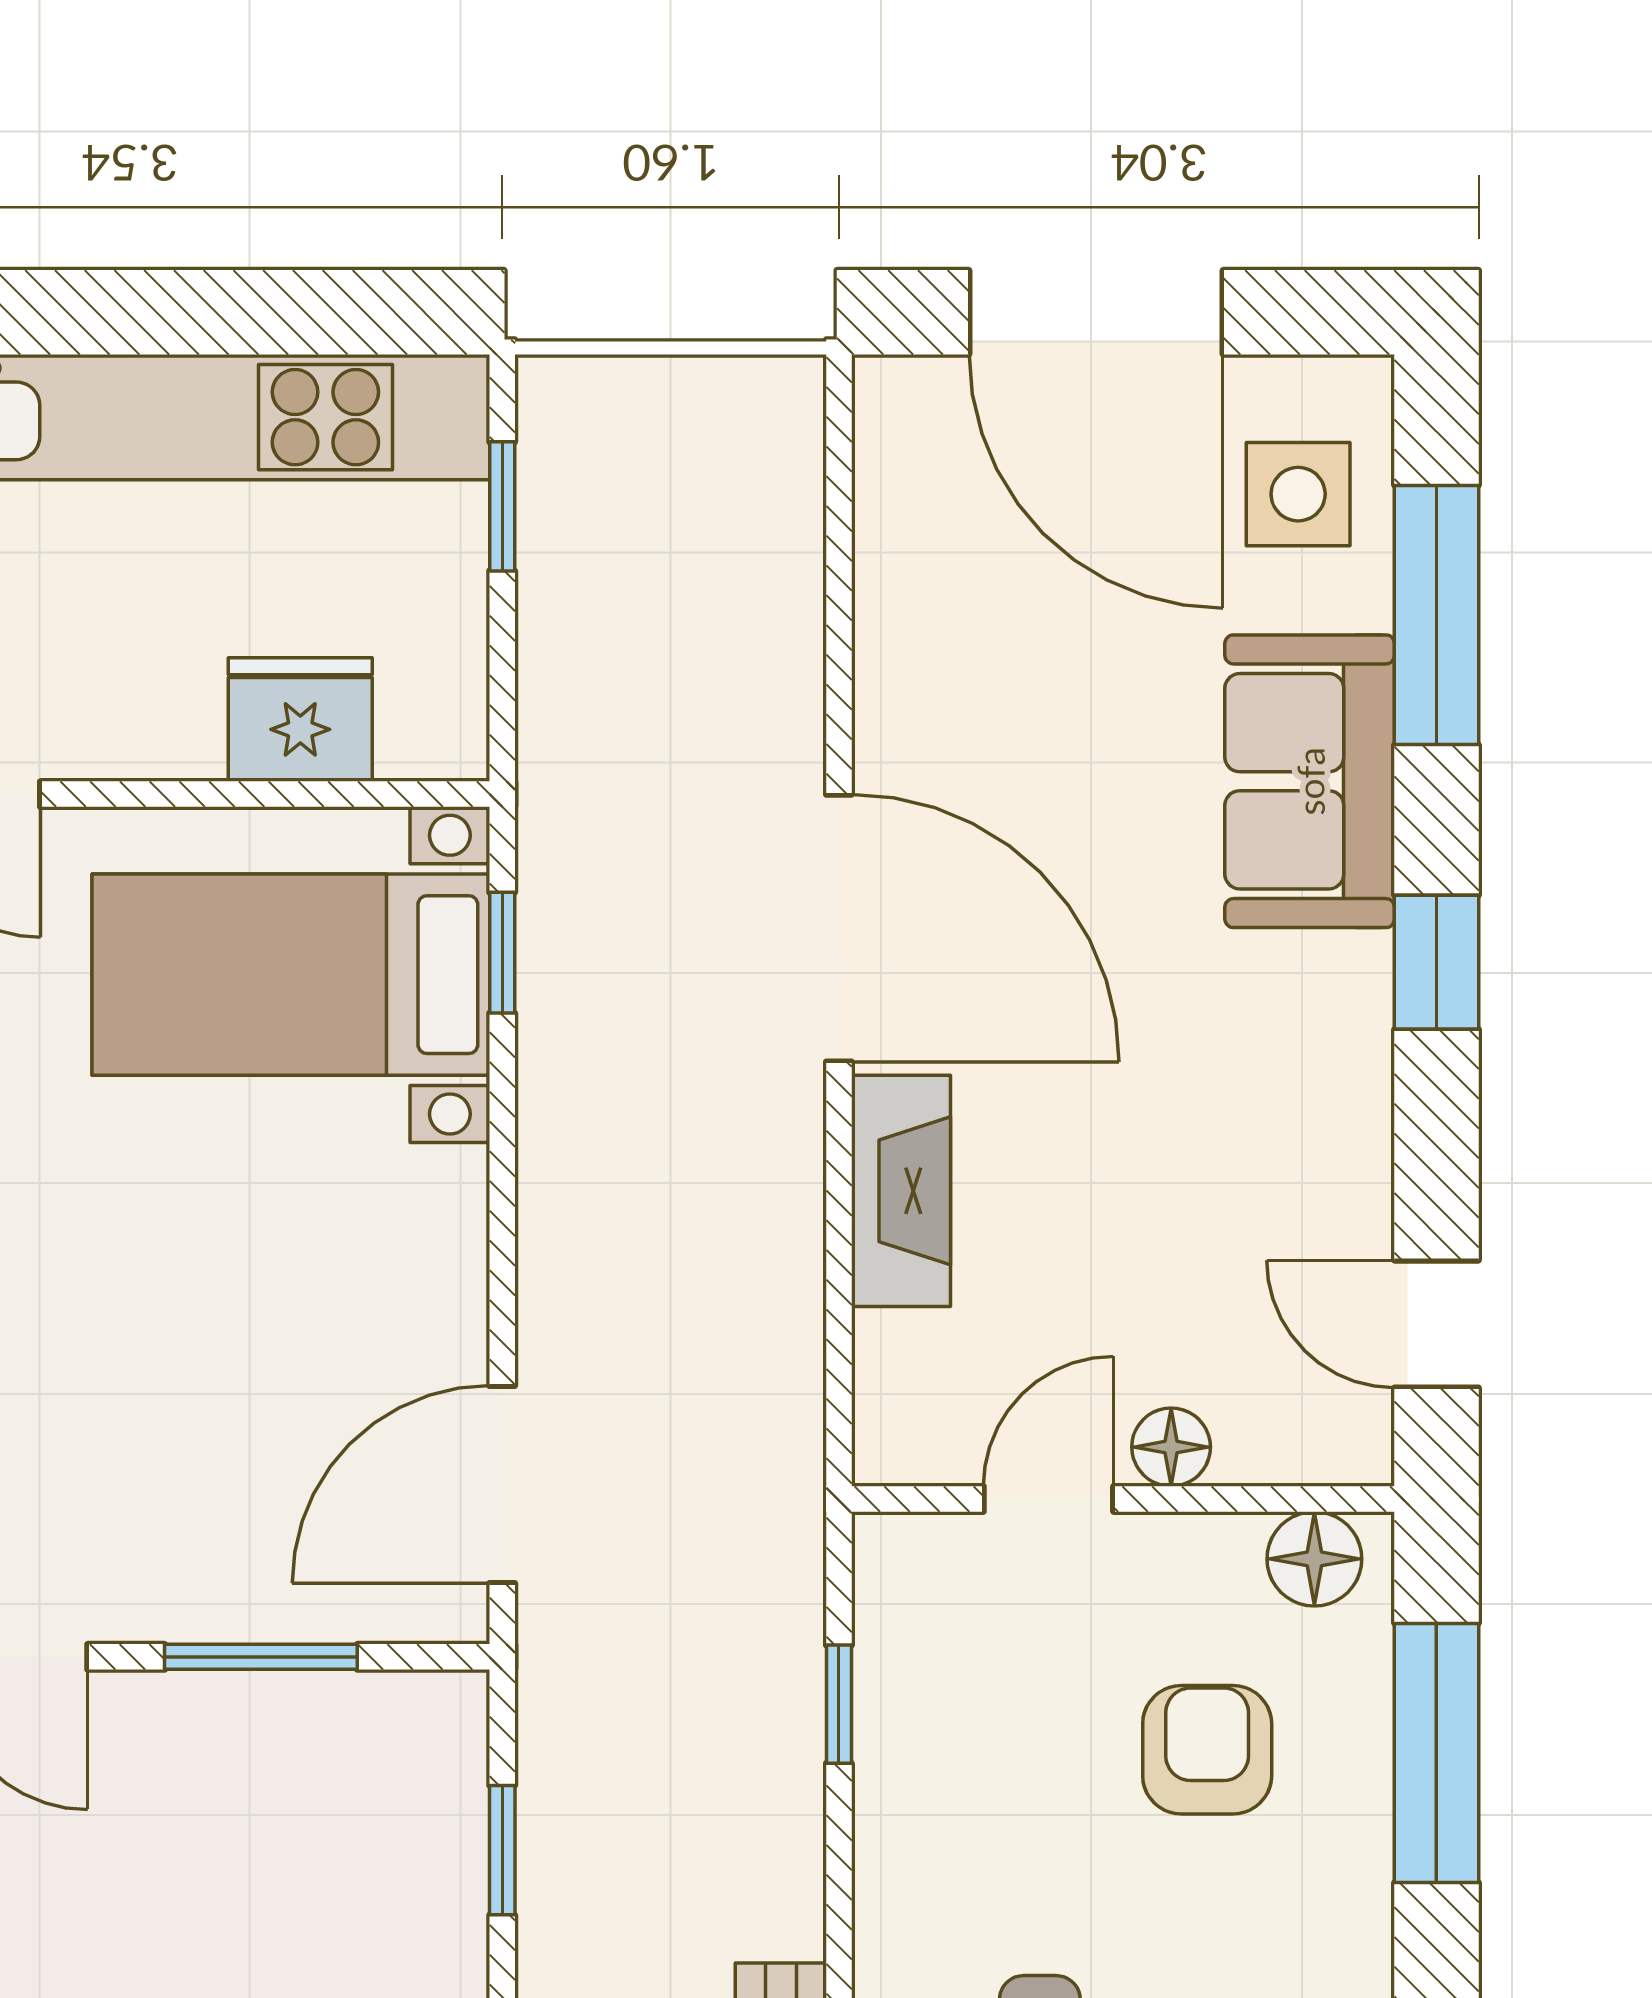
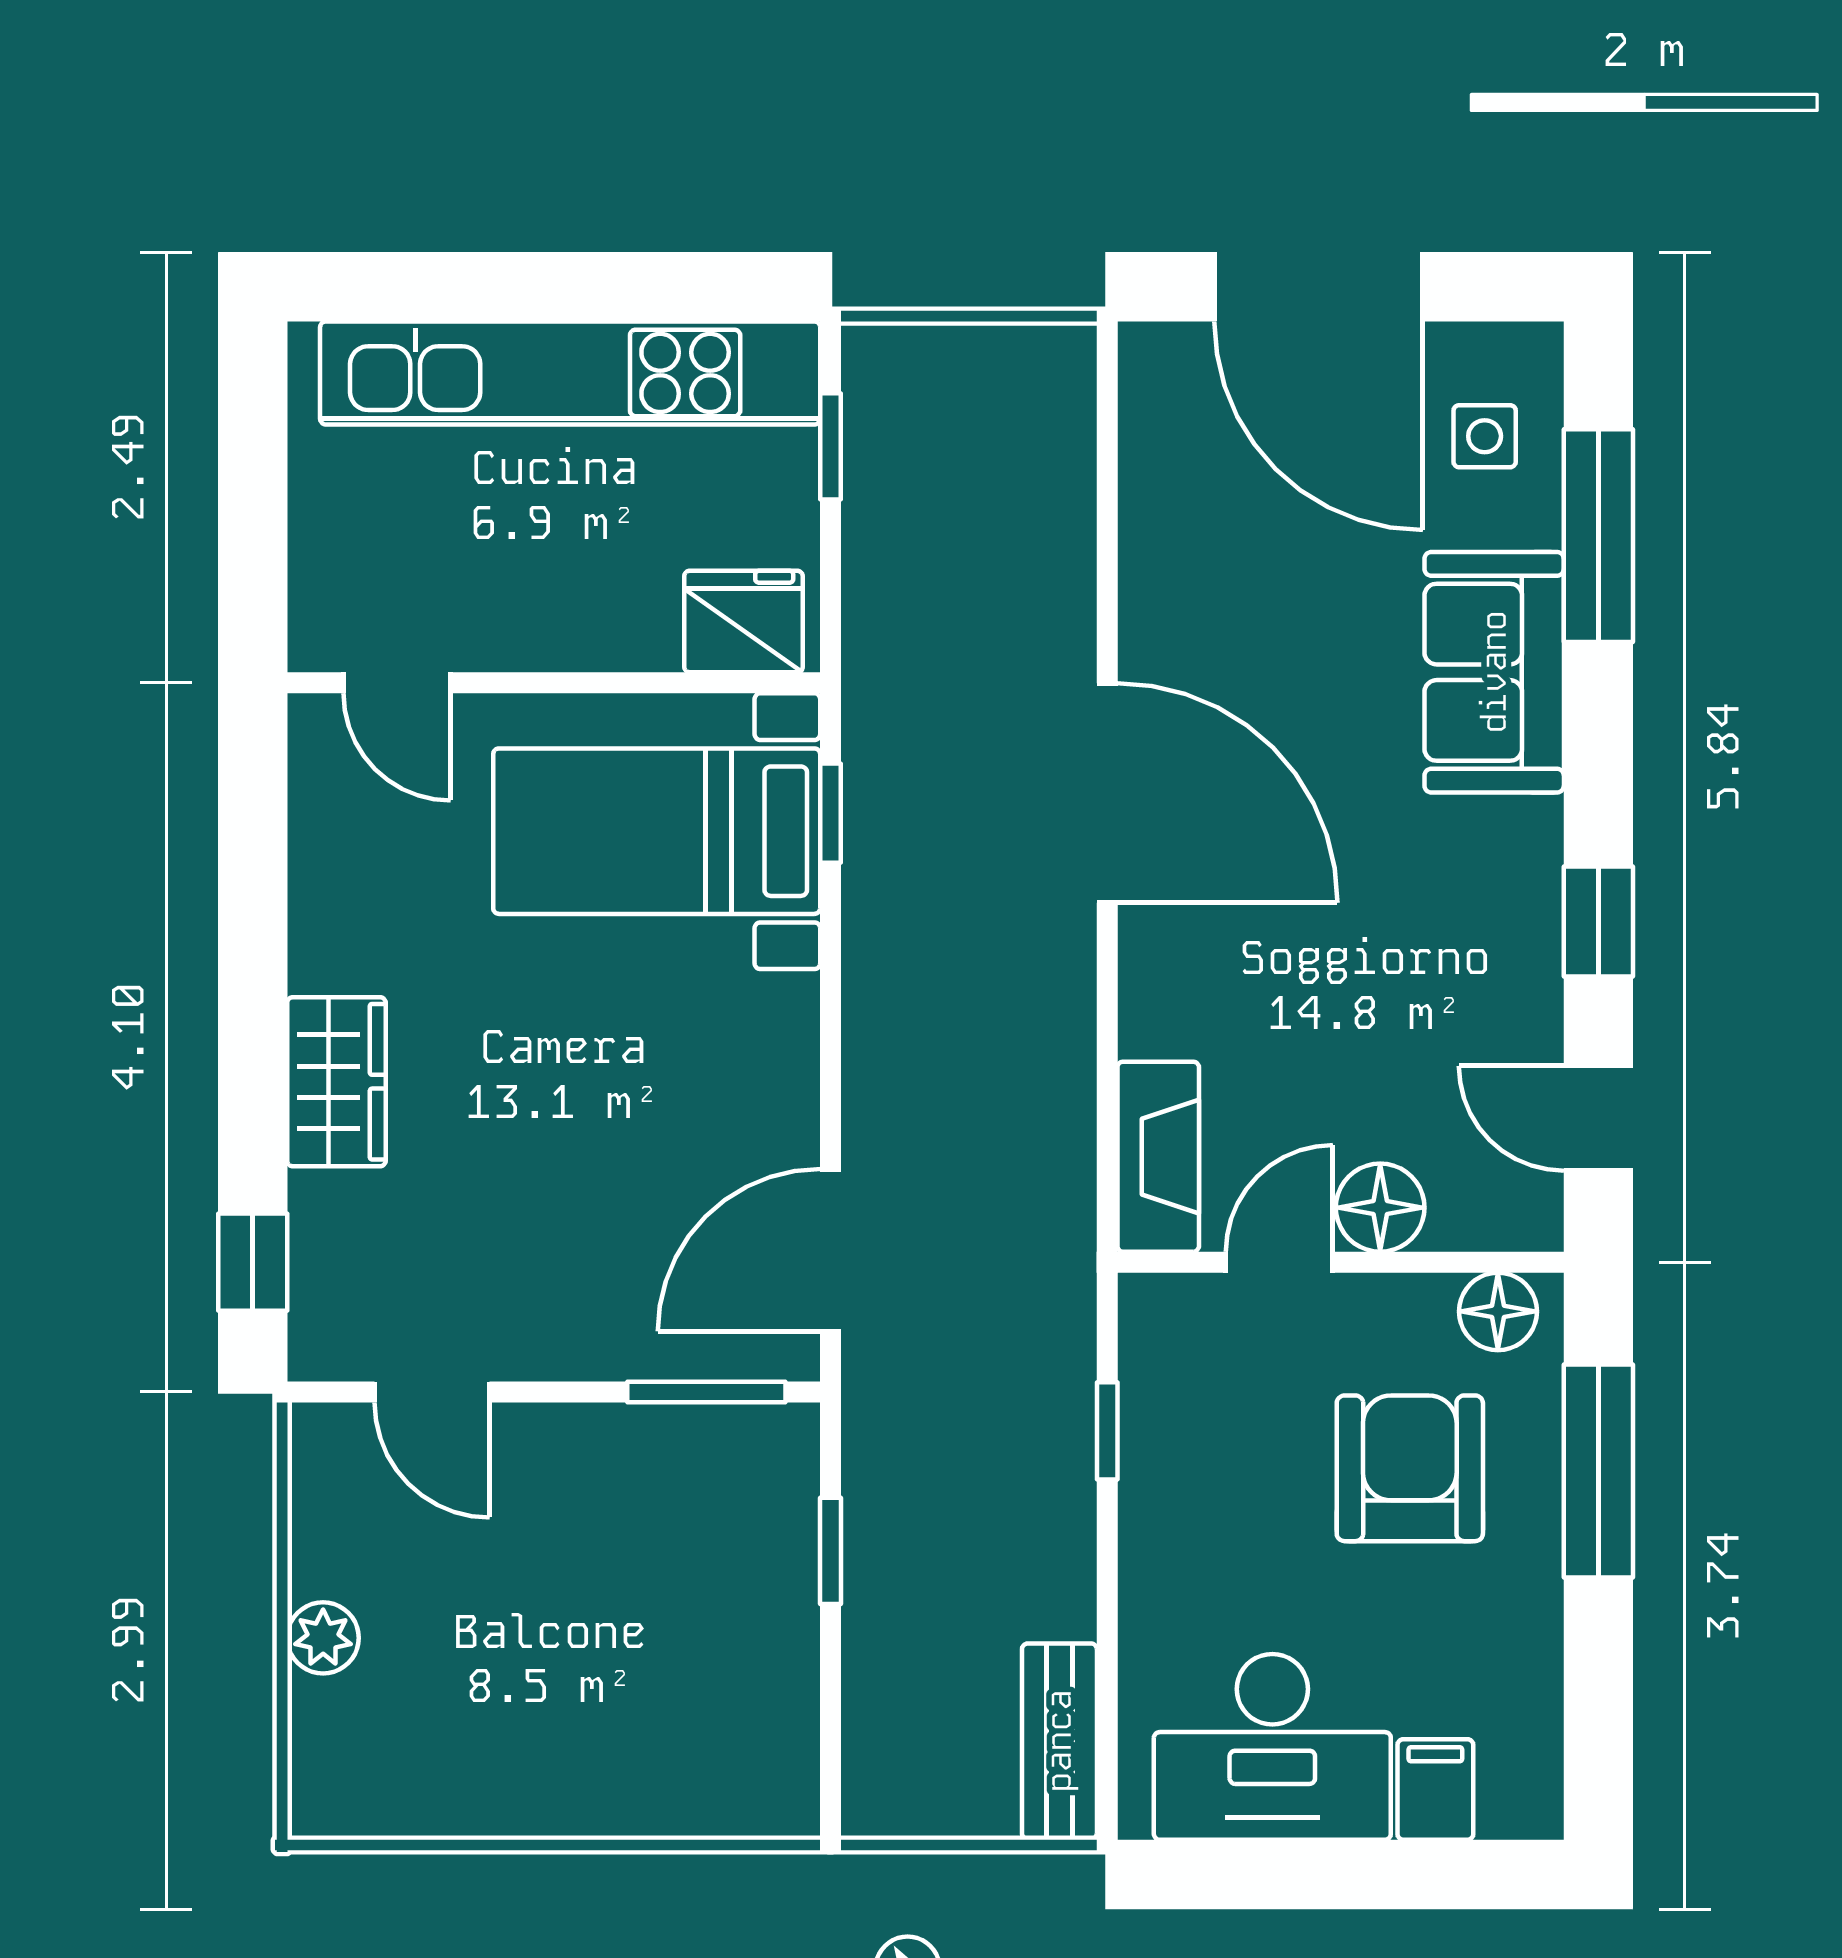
side table: (1298, 494) -> (1485, 436), width x0.73, depth x0.73
fridge: (300, 720) -> (743, 622), moved
window: (1436, 962) -> (1598, 922), moved
fireplace: (901, 1191) -> (1158, 1157), moved
floor lamp: (1171, 1447) -> (1380, 1208), width x1.37, depth x1.37
window: (261, 1657) -> (706, 1392), moved
armchair: (1207, 1750) -> (1410, 1468), width x1.38, depth x1.38

